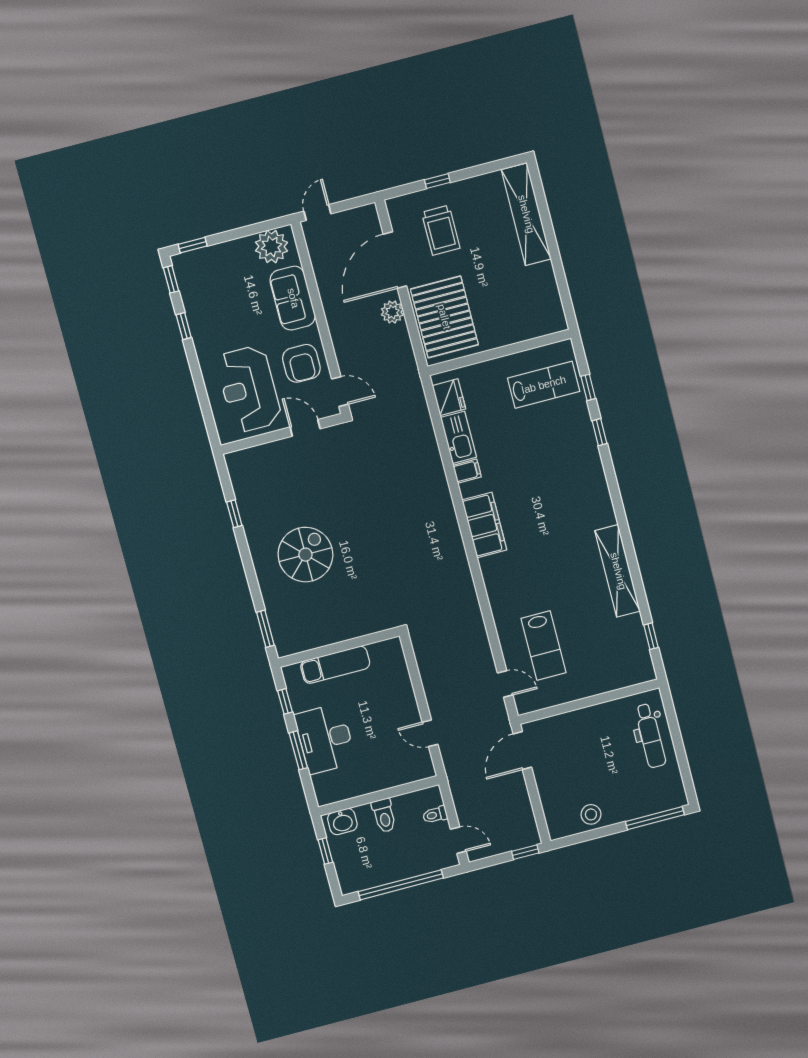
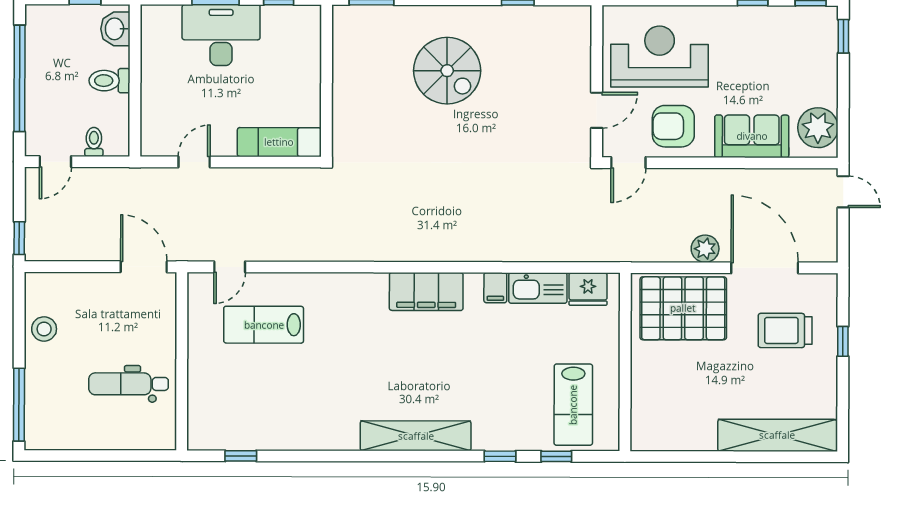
shelving: (618, 571) -> (416, 436), moved
exam couch: (335, 665) -> (279, 142), moved, turned 90
dental chair: (650, 736) -> (129, 384), moved

